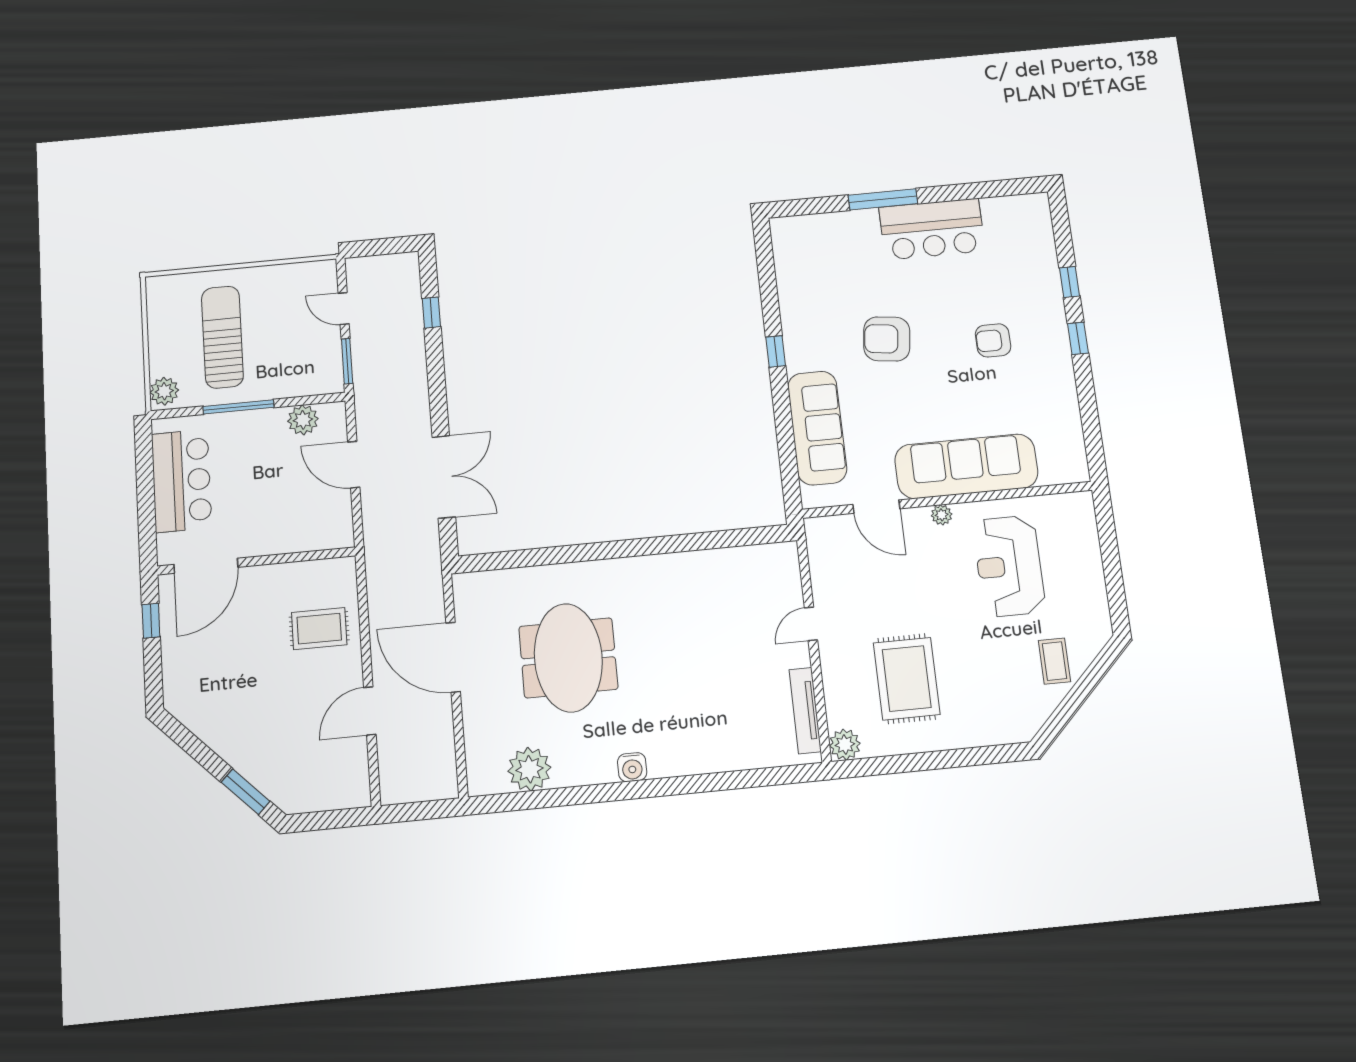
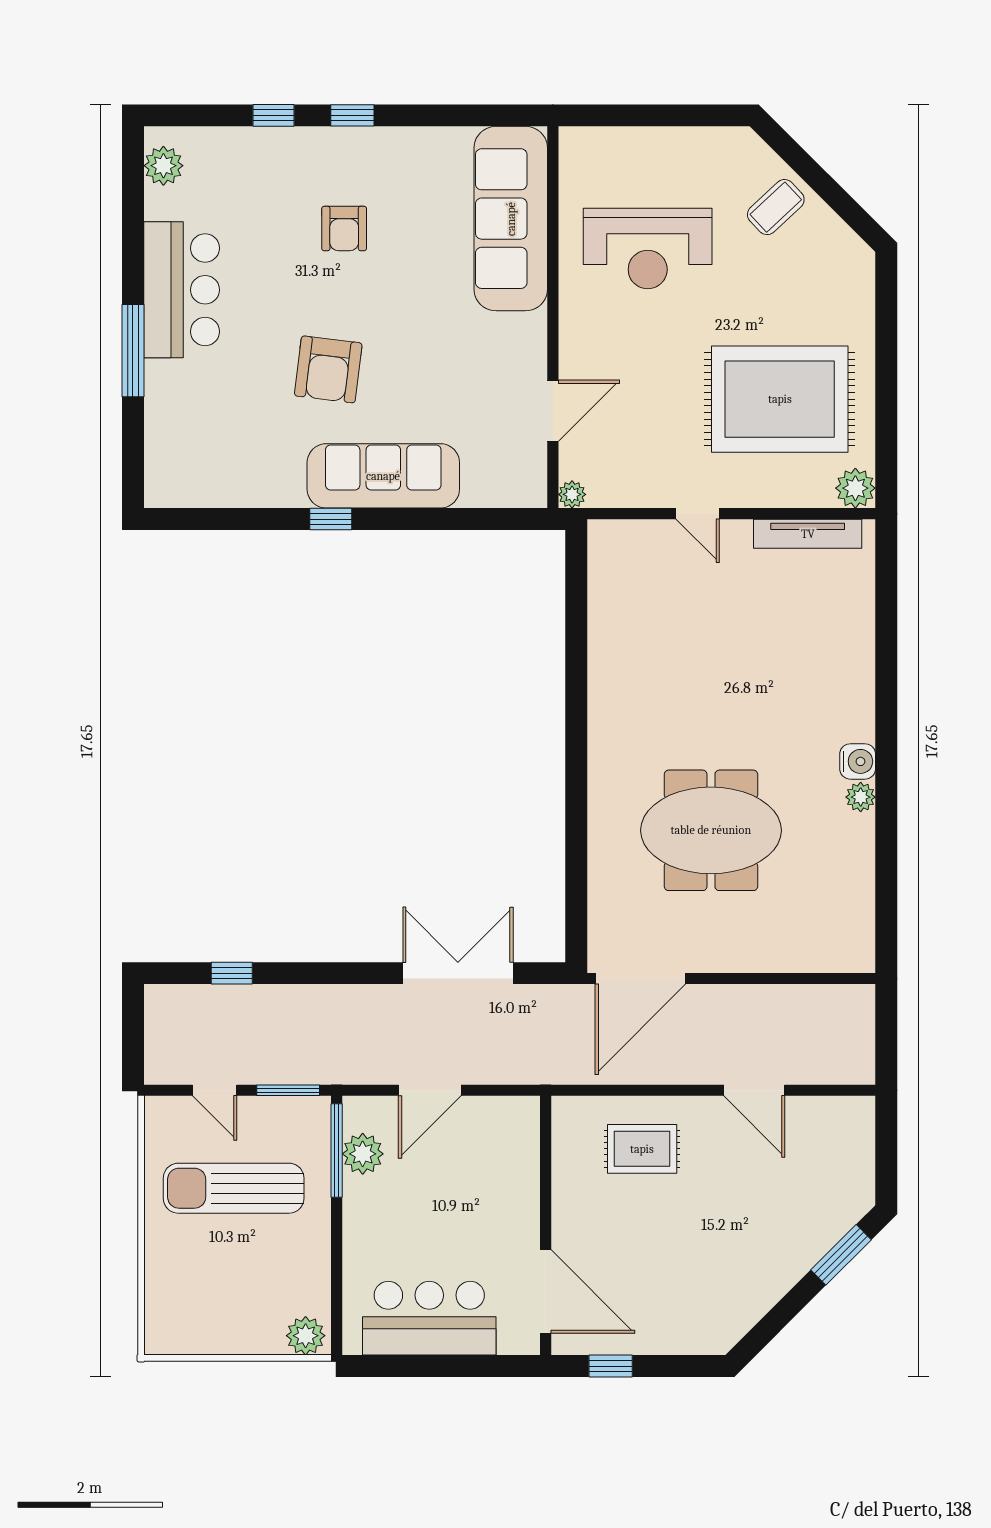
plant: (1021, 208) -> (163, 166), added
door: (344, 309) -> (215, 1090), hinge flipped
sun lounger: (222, 337) -> (234, 1188), moved
window: (238, 407) -> (337, 1151), moved
sofa: (817, 428) -> (383, 476), moved
sofa: (966, 466) -> (511, 219), moved
plant: (942, 515) -> (572, 494), moved
rug: (319, 629) -> (642, 1149), turned 90
door: (453, 657) -> (640, 979), moved
coffee table: (1054, 661) -> (776, 207), turned -43
rug: (907, 679) -> (780, 399), width x1.37, depth x1.44
plant: (529, 769) -> (861, 797), moved, width x0.53, depth x0.53

